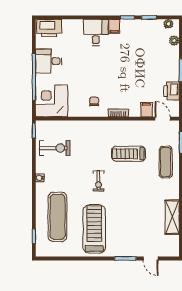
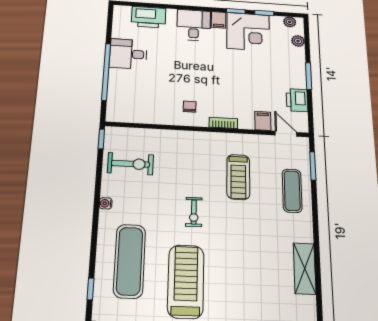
printer: (49, 28) -> (149, 17), moved
corner desk: (52, 101) -> (248, 32), moved, turned 180
treadmill: (129, 154) -> (238, 177), turned -90

